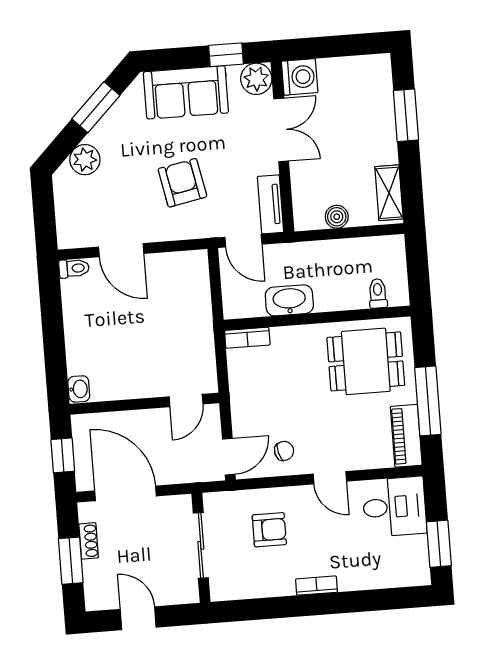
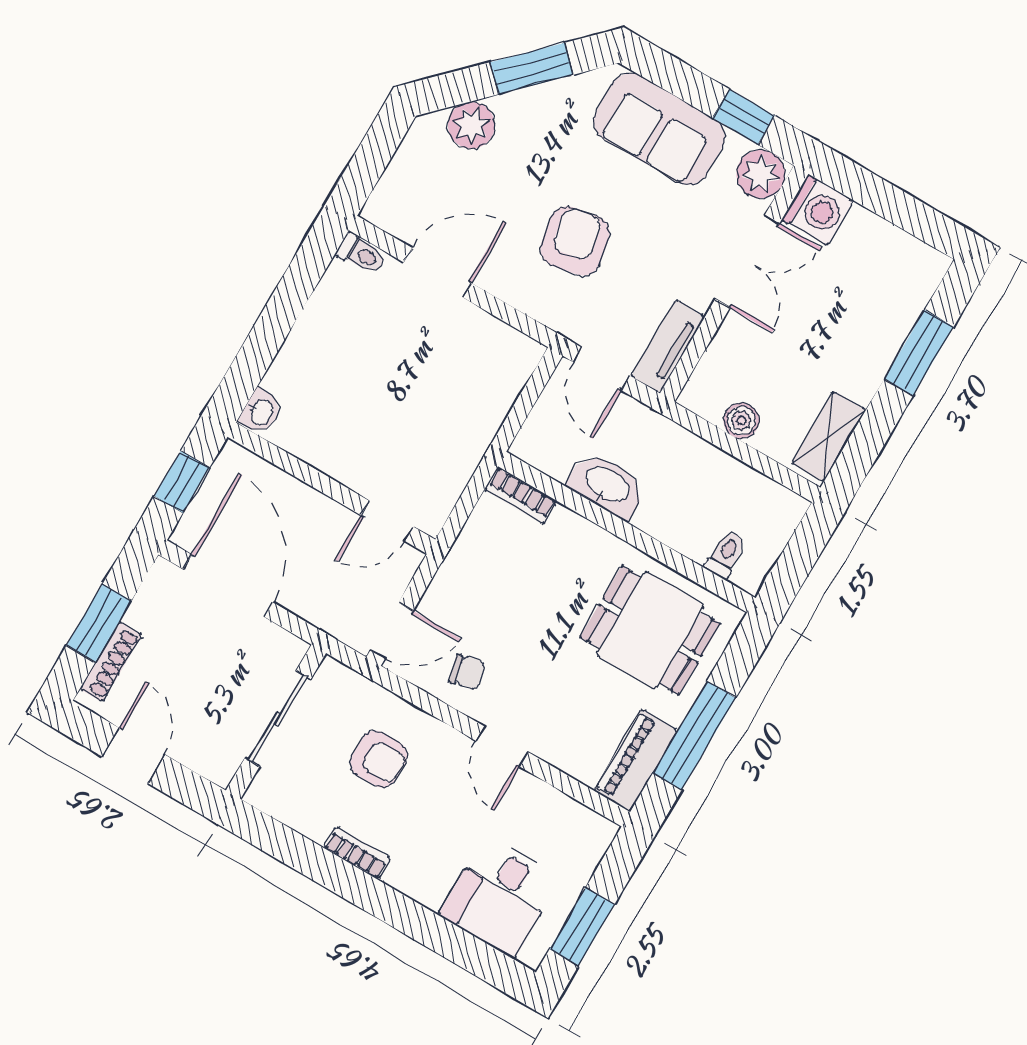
door: (121, 250) -> (438, 273), swing flipped
desk: (394, 507) -> (500, 896), moved, turned 90
shoe rack: (89, 541) -> (111, 662), moved, width x1.43
bookcase: (316, 586) -> (357, 853), moved

